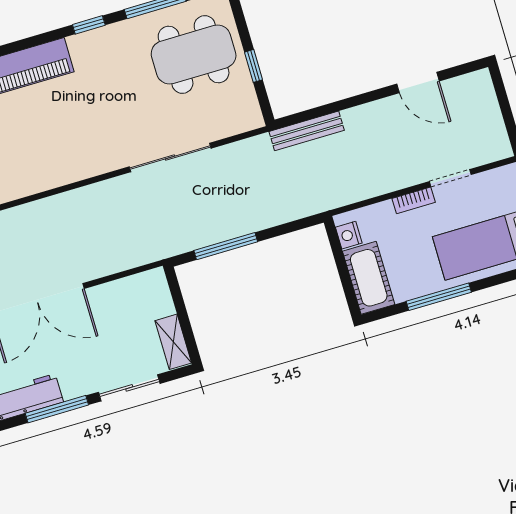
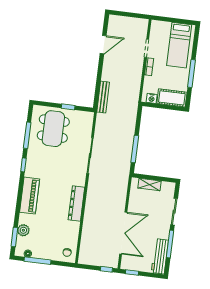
dresser: (56, 173) -> (76, 204), added
shelving: (173, 342) -> (149, 185), moved

